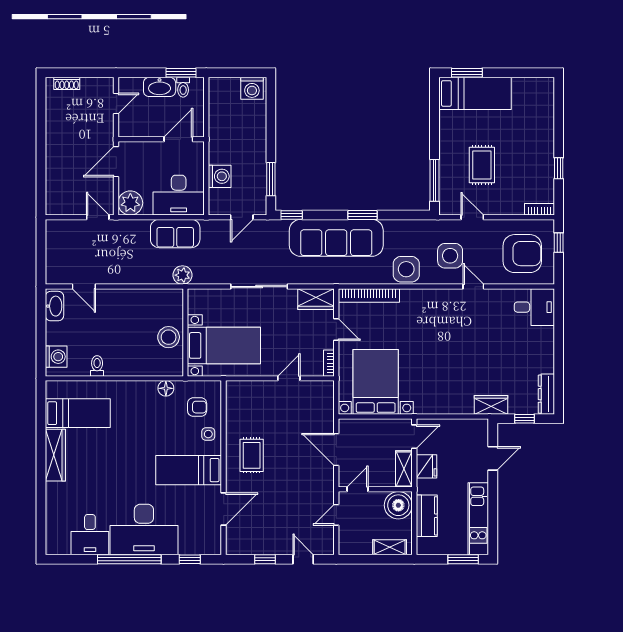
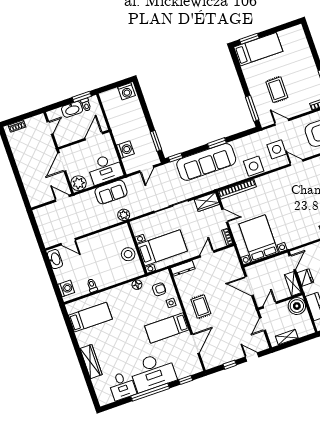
dresser: (244, 388) -> (183, 268), added
wardrobe: (55, 455) -> (91, 362), moved
shelving: (390, 547) -> (287, 337), moved

